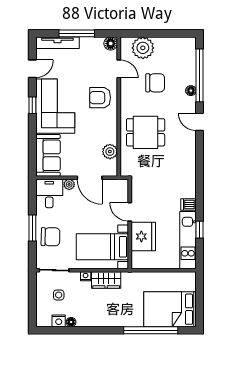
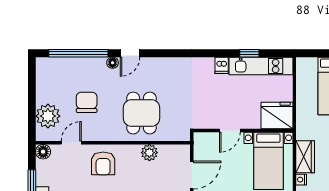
floor lamp: (191, 91) -> (113, 63), moved
plant: (110, 152) -> (149, 153), moved
fridge: (143, 236) -> (277, 116), moved

